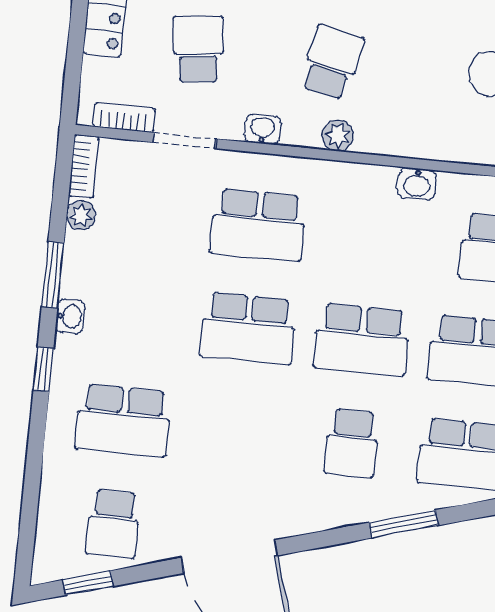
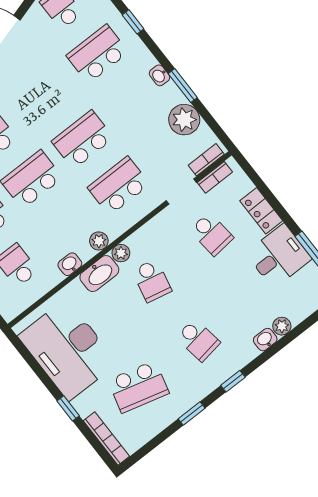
washbasin: (262, 129) -> (99, 274), moved, width x1.91, depth x1.45
bookcase: (84, 166) -> (206, 160), moved, turned 90
plant: (351, 178) -> (99, 241), added
plant: (81, 215) -> (184, 120), width x1.88, depth x1.88
window: (43, 369) -> (133, 22), moved

